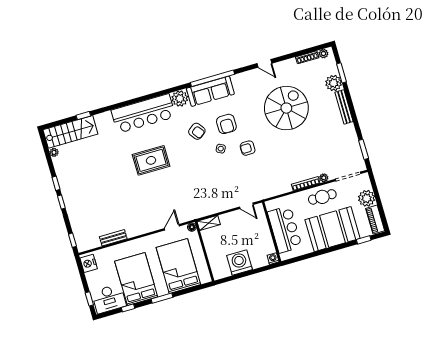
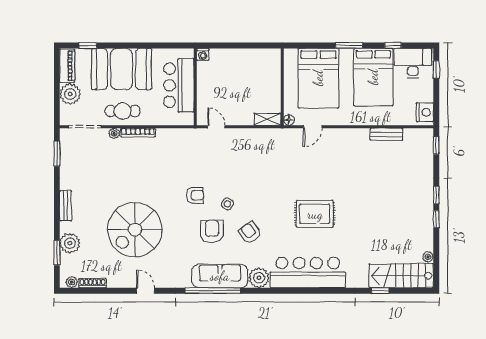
bench: (344, 107) -> (66, 206), width x0.73
washing machine: (240, 262) -> (244, 61), removed

